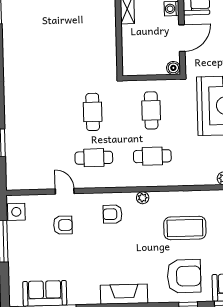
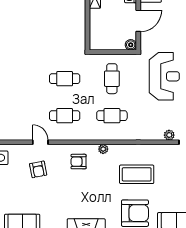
cafe table: (93, 112) -> (65, 79), turned 90
armchair: (63, 225) -> (38, 169), turned 79

